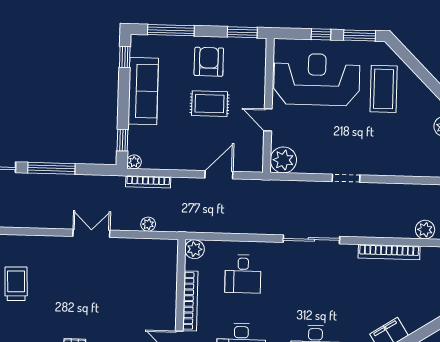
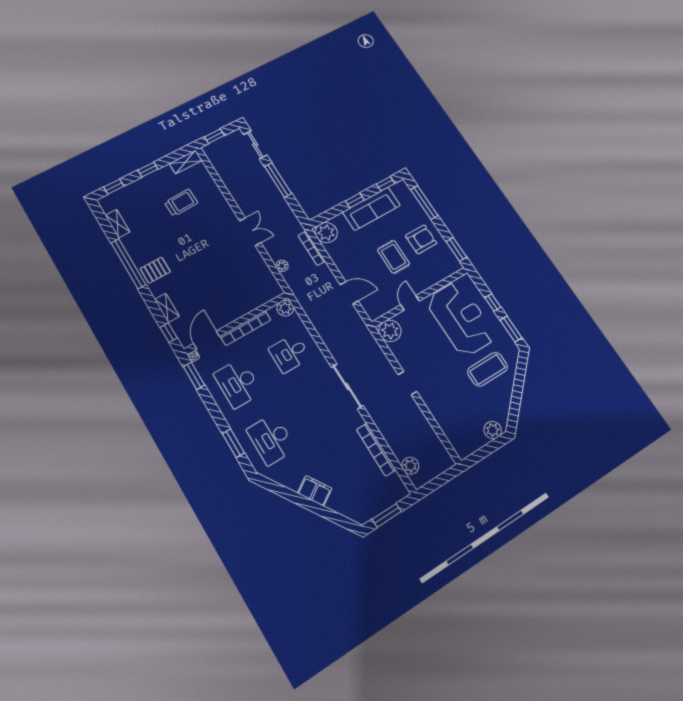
window: (122, 140) -> (355, 200), moved
plant: (134, 162) -> (326, 233), width x1.88, depth x1.88

